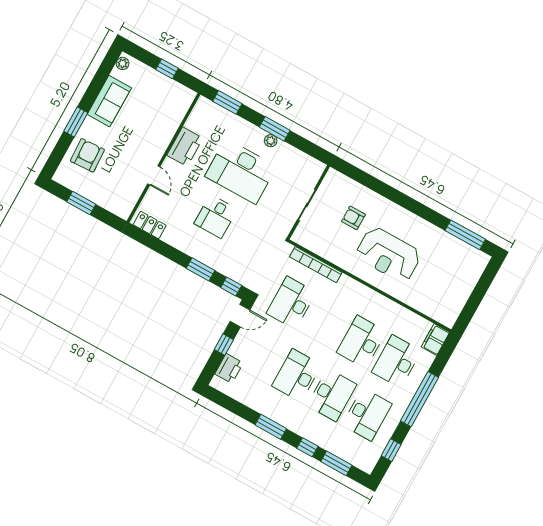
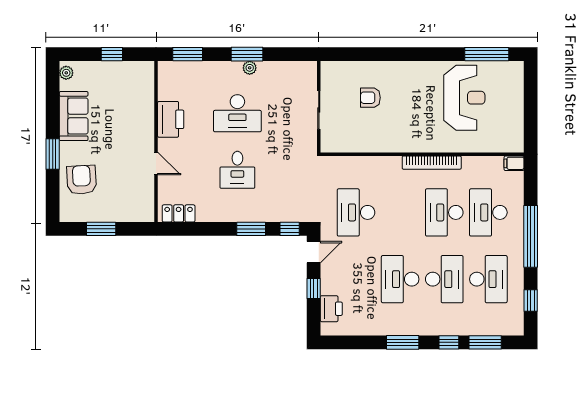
desk: (241, 171) -> (237, 113), width x0.73, depth x0.77
reception desk: (388, 255) -> (464, 98), moved, turned -90
bookcase: (316, 265) -> (432, 163), moved
filing cabinet: (435, 340) -> (514, 163), width x0.50

